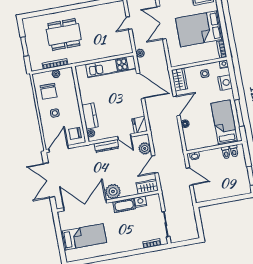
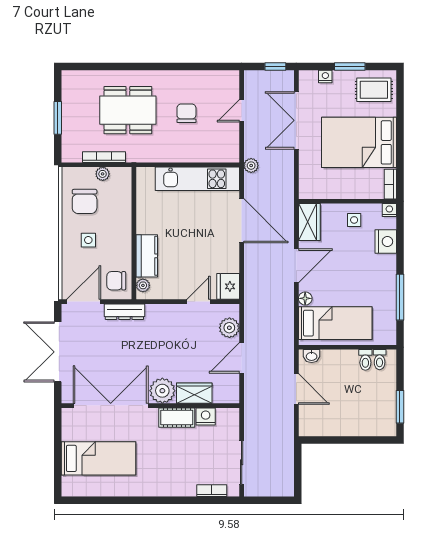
chair: (98, 30) -> (186, 113), added
bed: (224, 122) -> (335, 323), moved, turned 90
door: (124, 137) -> (199, 302), swing flipped
dresser: (106, 146) -> (124, 312), moved
wardrobe: (147, 187) -> (194, 393), moved

